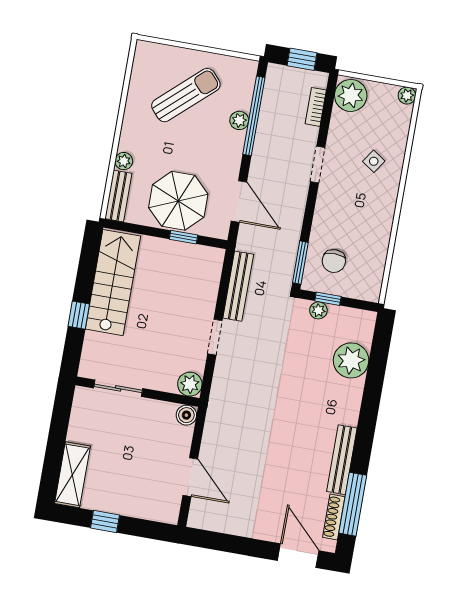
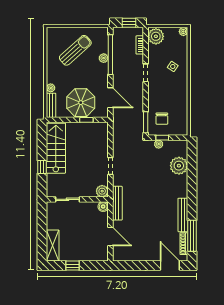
bench: (238, 286) -> (117, 203), moved

